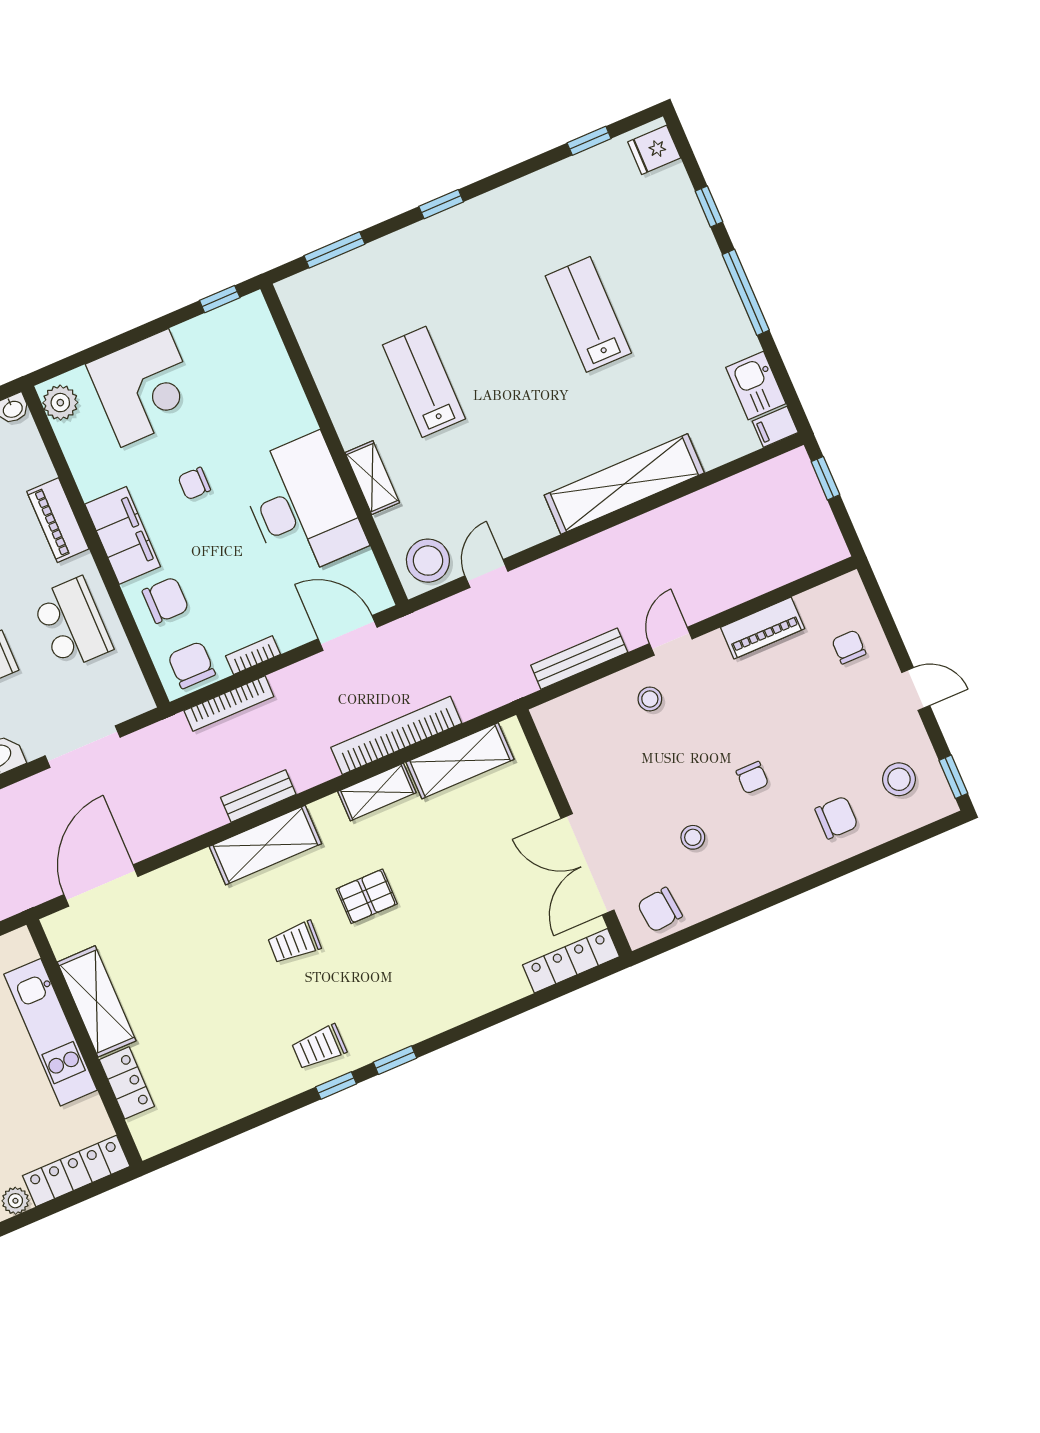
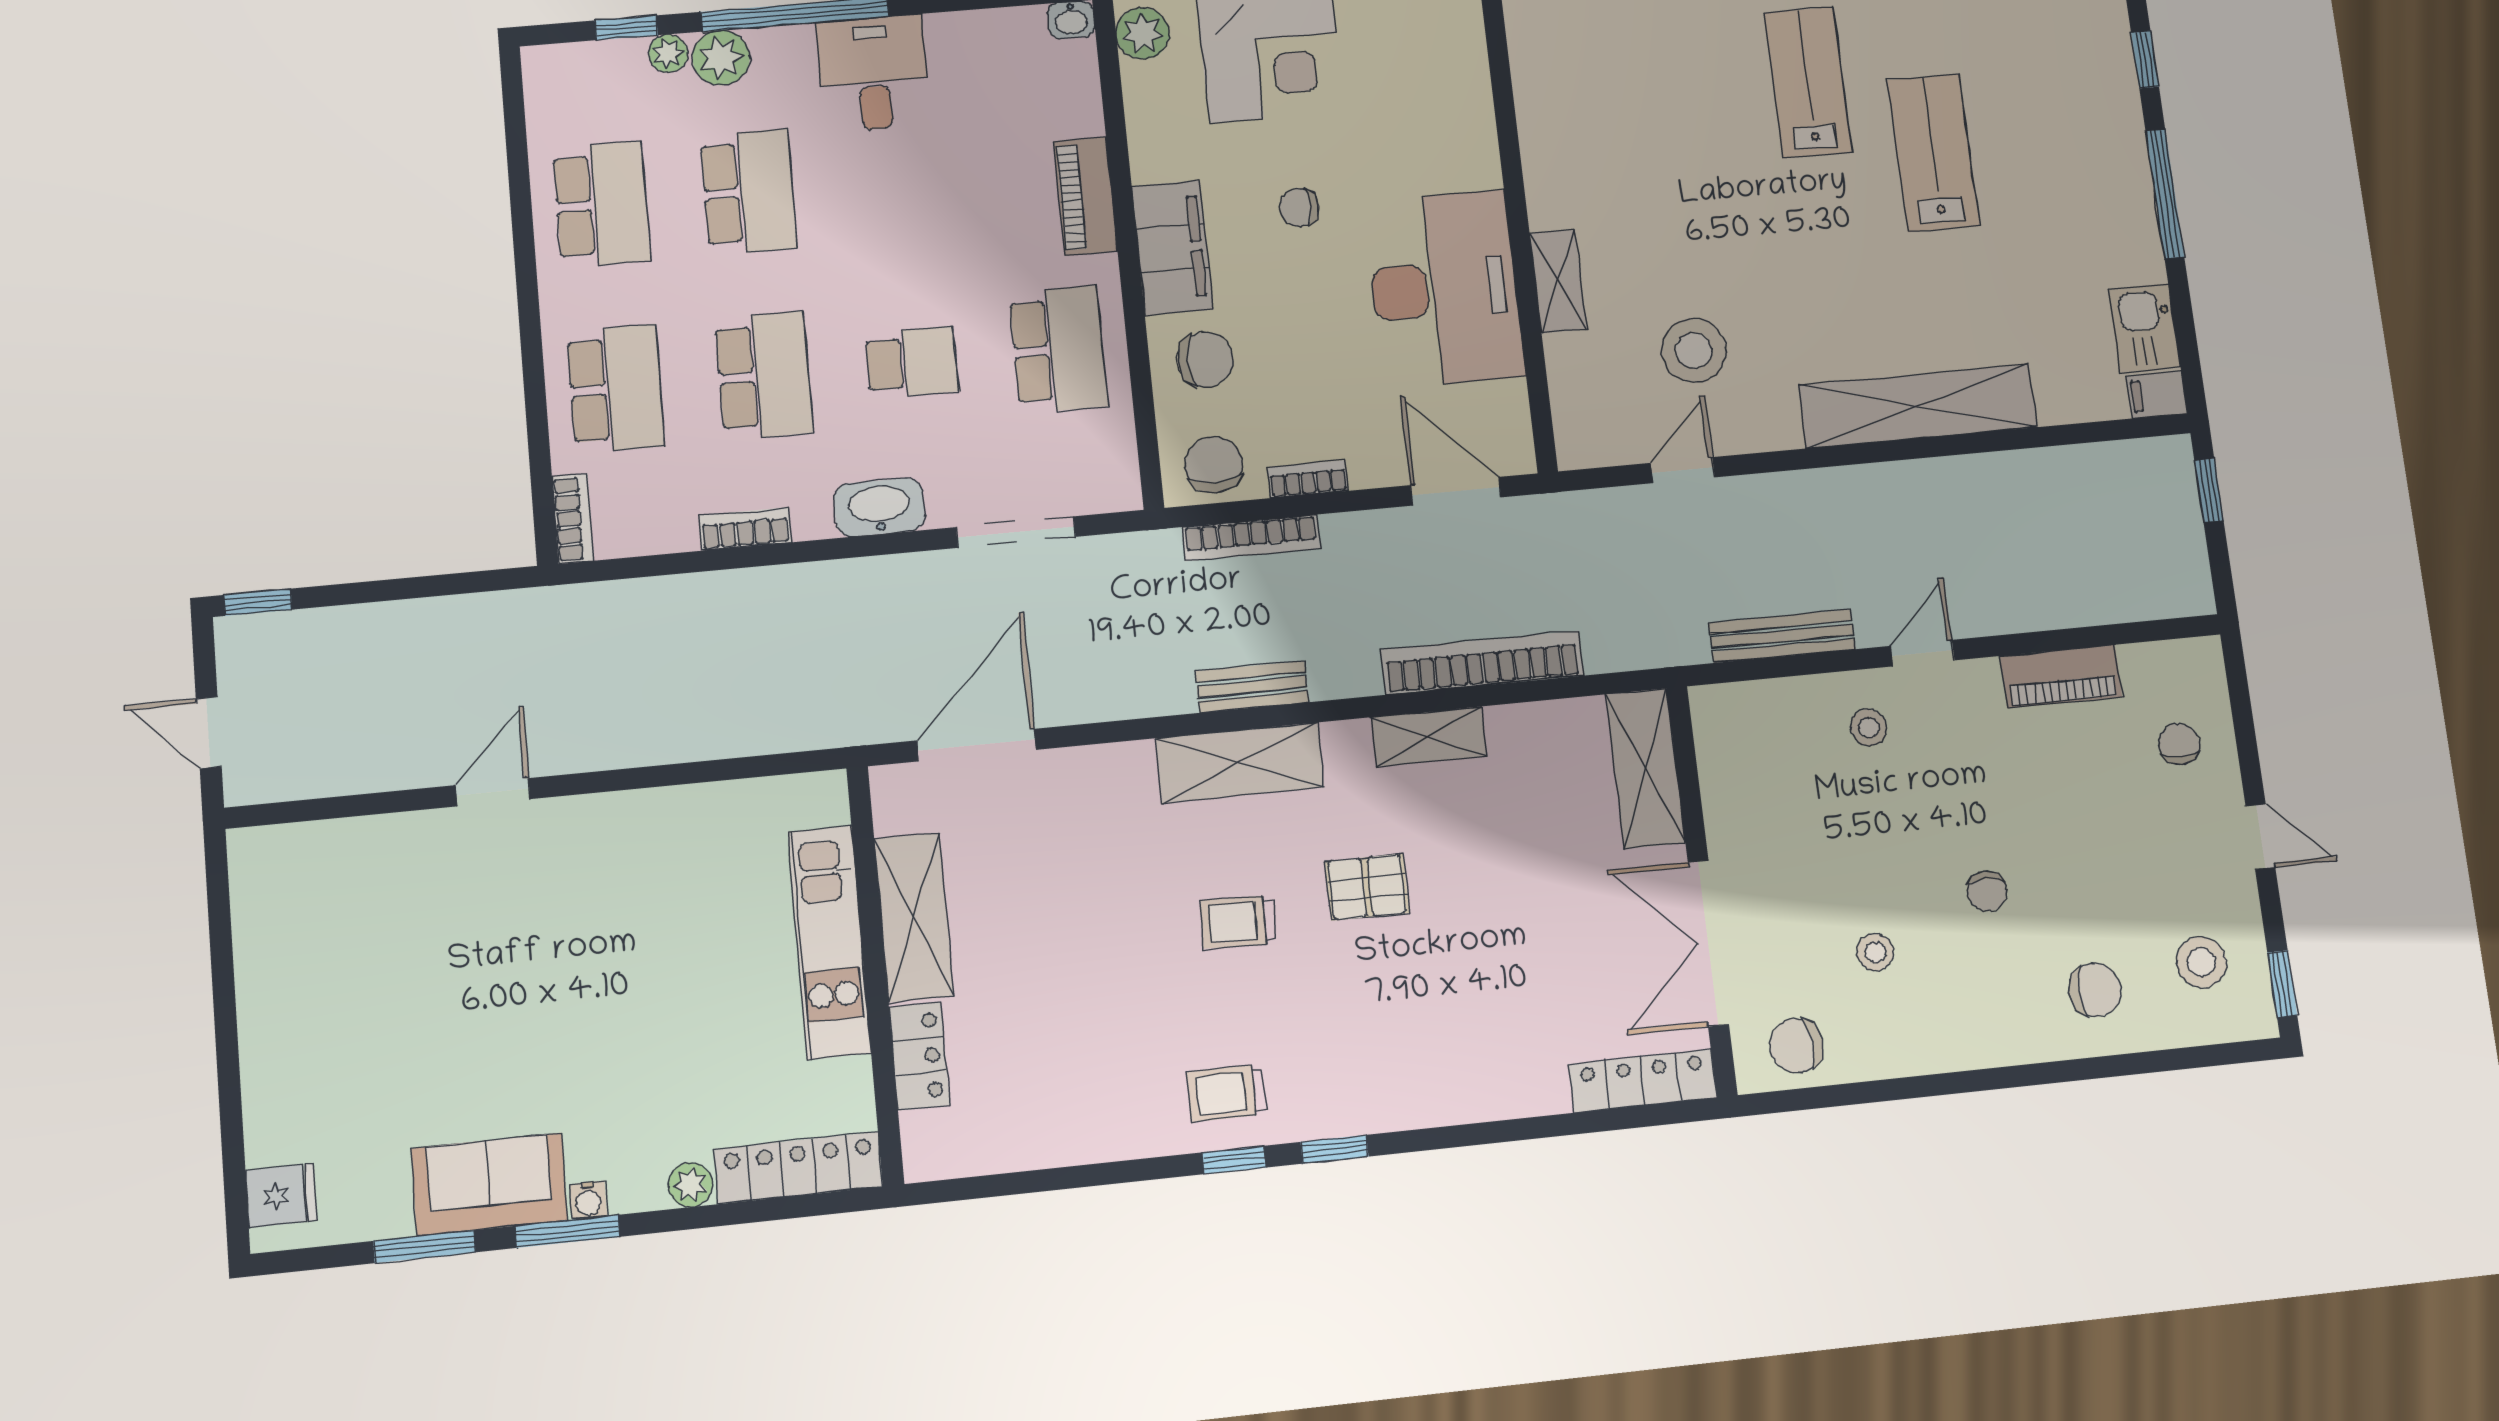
lab bench: (424, 382) -> (1808, 82), moved
stool: (428, 561) -> (1694, 351), moved
shelving: (460, 761) -> (1646, 768), moved, turned 90

